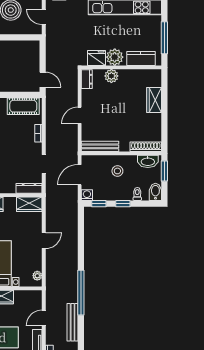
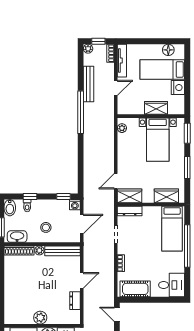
plant: (111, 76) -> (40, 318), moved
dresser: (87, 79) -> (75, 301), moved
wardrobe: (154, 100) -> (11, 295), removed
plant: (124, 147) -> (39, 250), added
window: (123, 204) -> (30, 197), moved
door: (44, 241) -> (116, 181), moved

